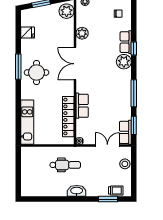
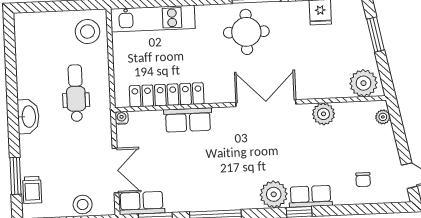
stool: (33, 157) -> (88, 32), added
dental chair: (65, 165) -> (76, 93), turned 180

